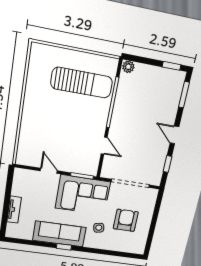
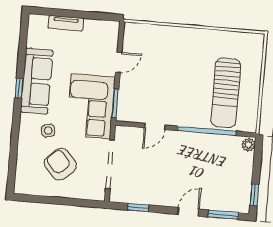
door: (174, 135) -> (188, 212), moved
armchair: (126, 220) -> (60, 164), turned -133

